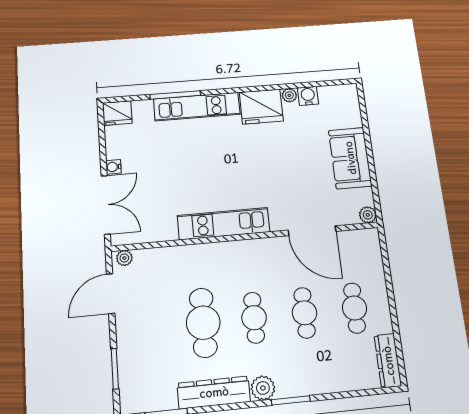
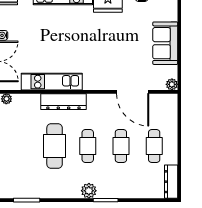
kitchen unit: (224, 224) -> (52, 82), moved
dresser: (214, 392) -> (63, 102), moved, turned 180

